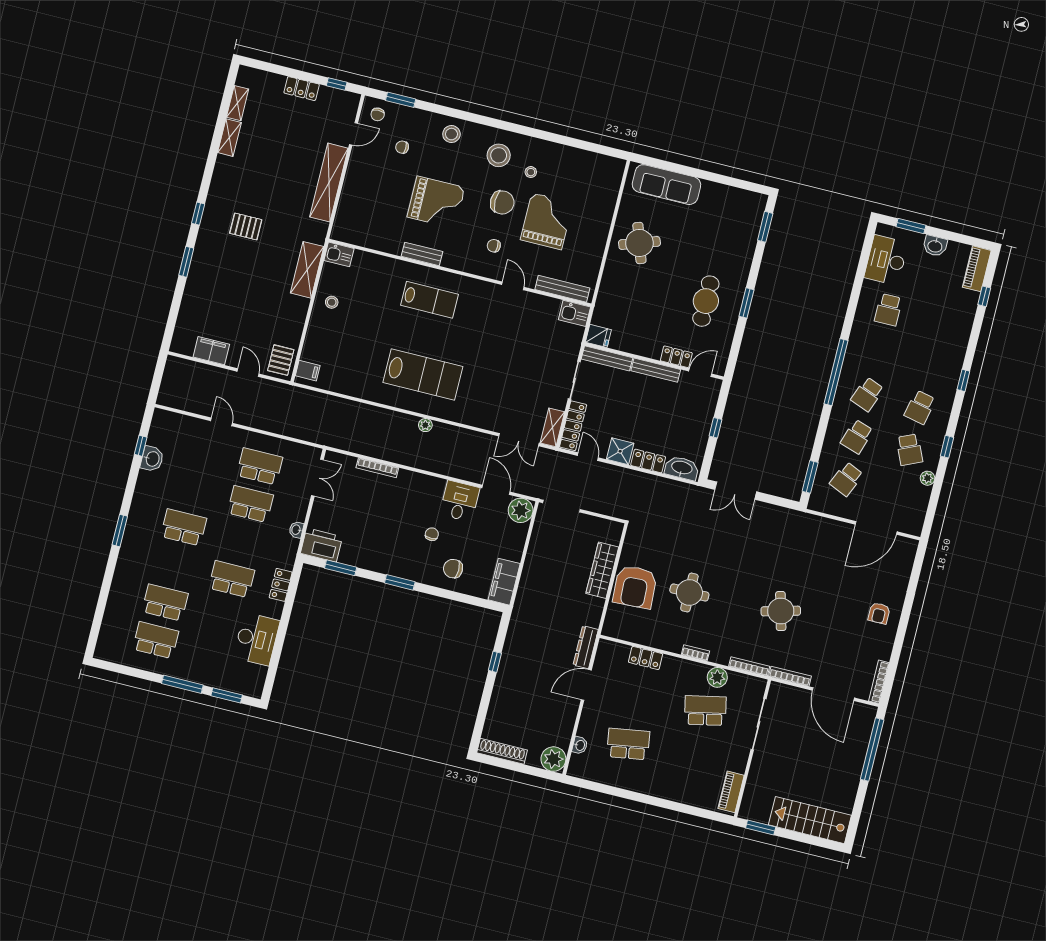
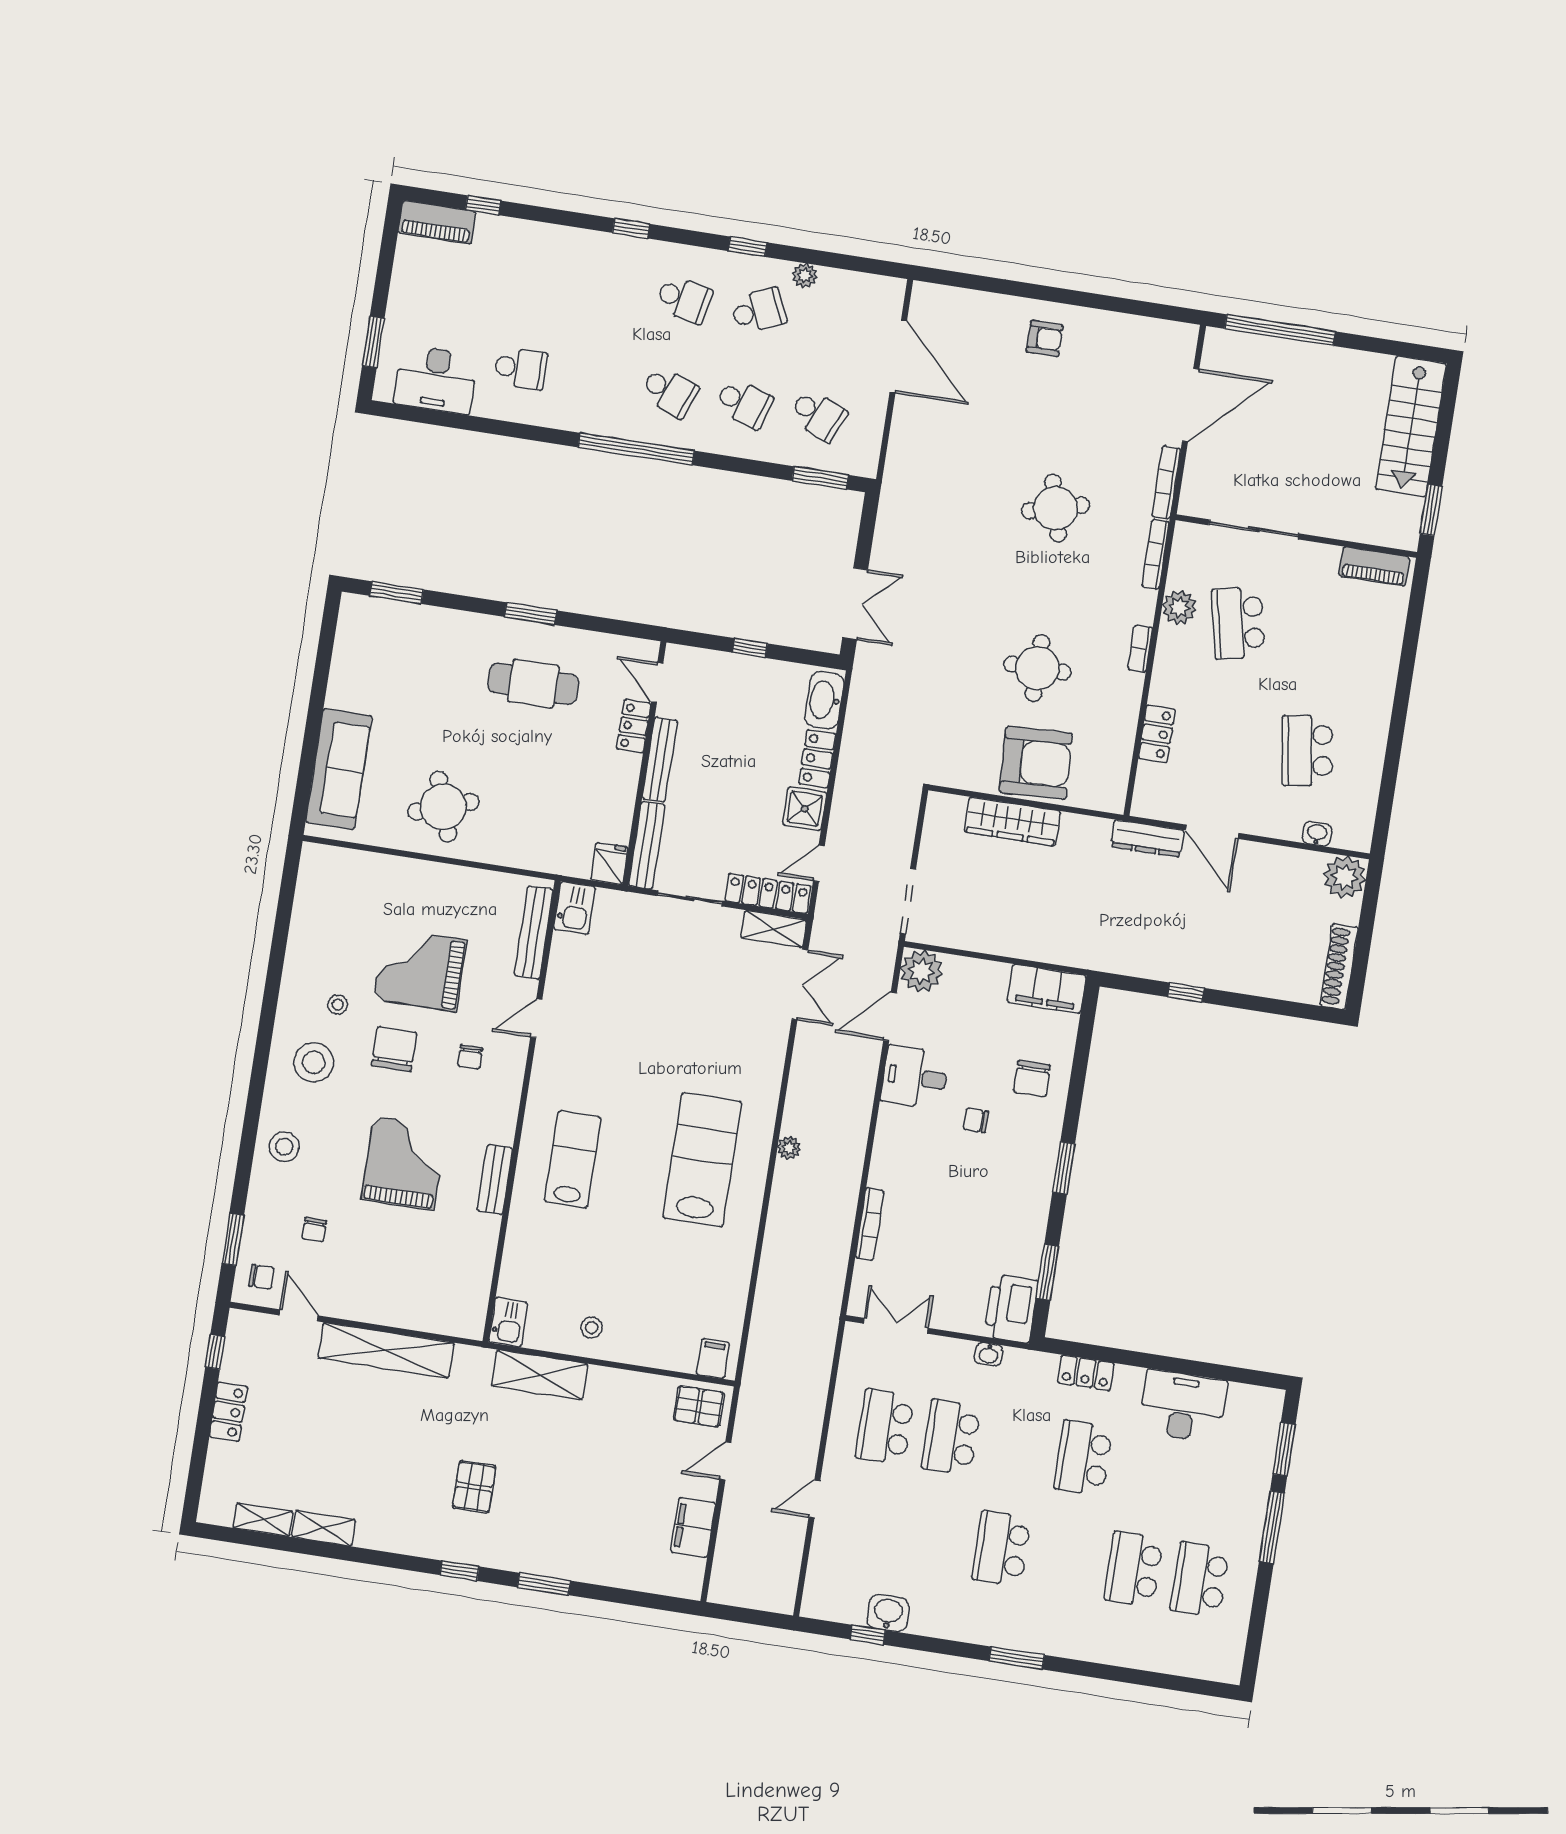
washbasin: (935, 246) -> (404, 298), removed
bookcase: (879, 682) -> (1163, 329), removed

